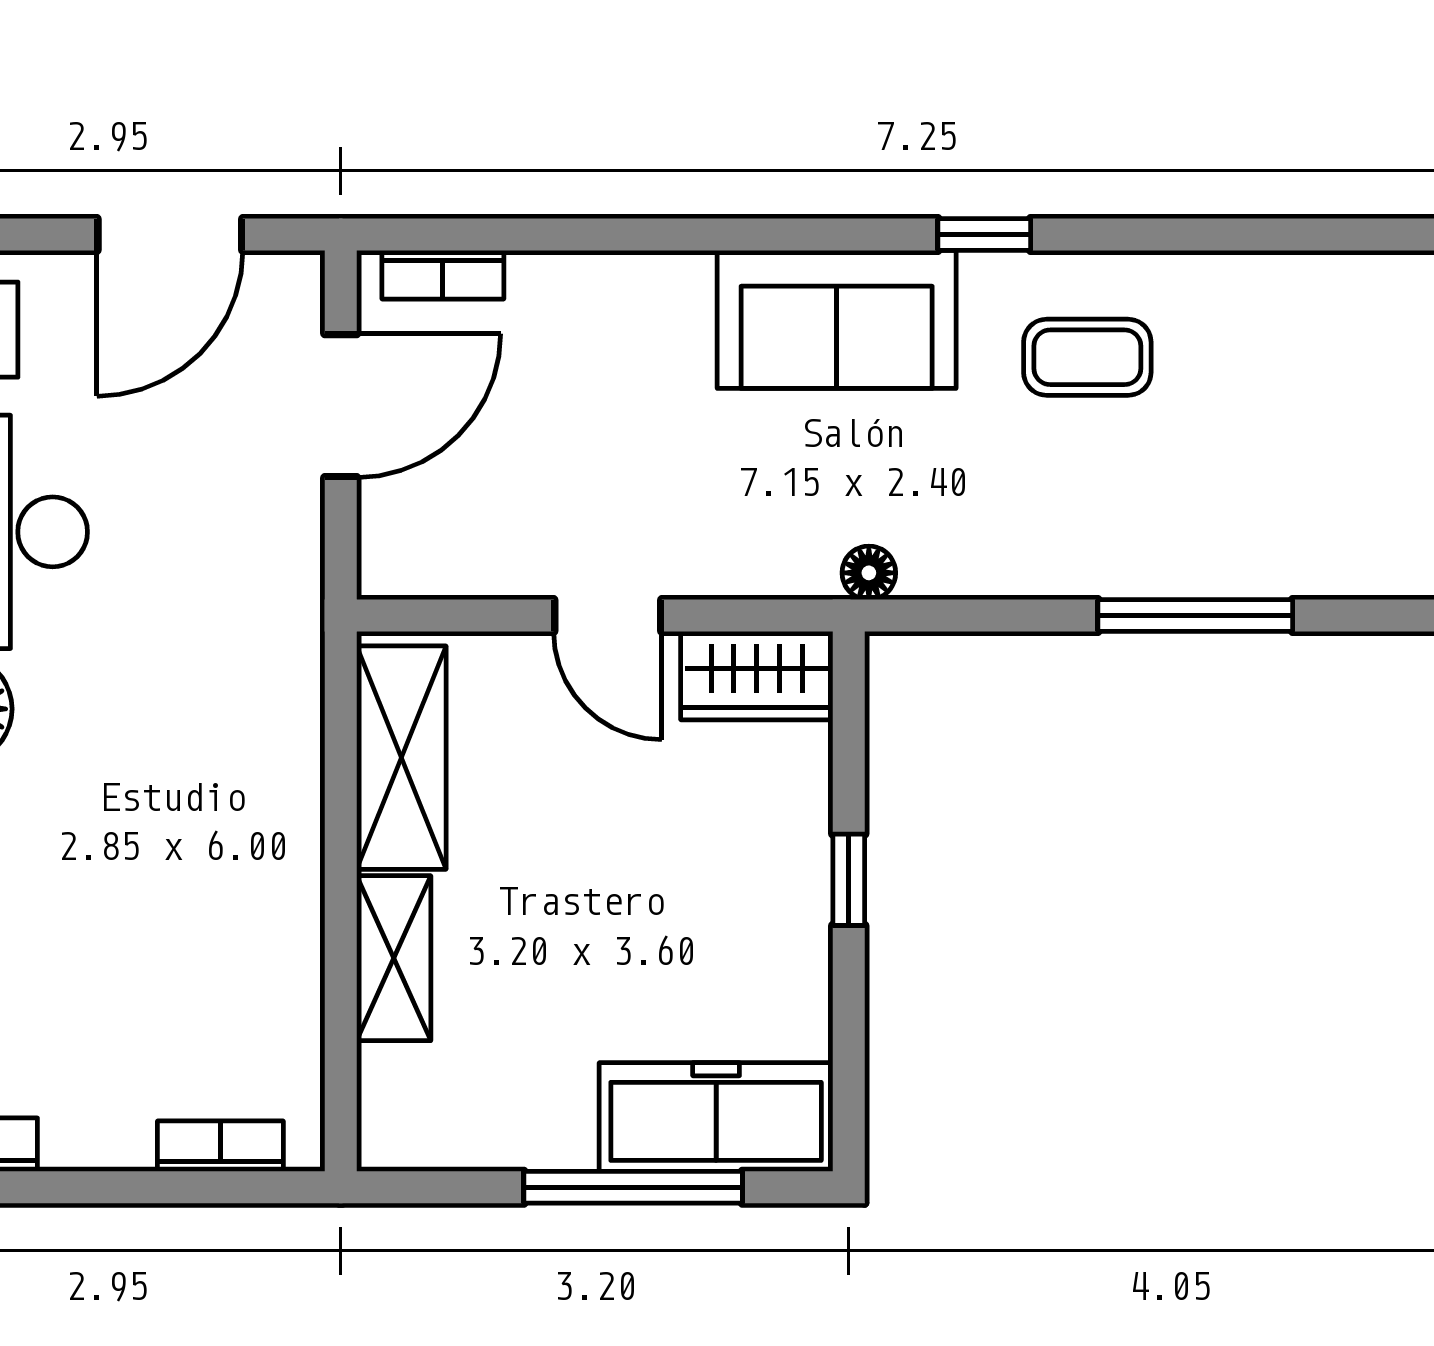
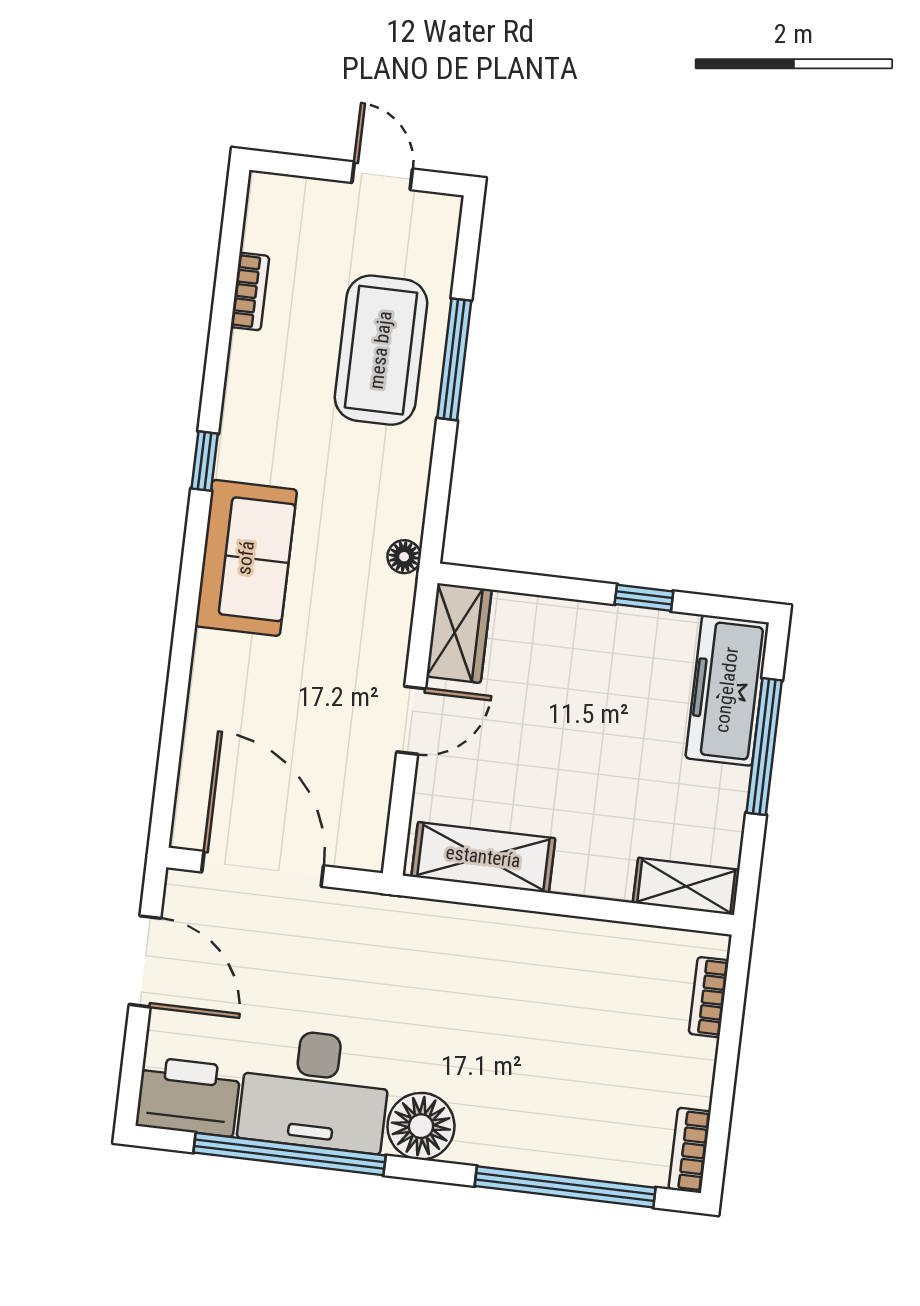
bookcase: (443, 275) -> (250, 292), moved
coffee table: (1087, 357) -> (381, 350), moved, width x1.86, depth x1.72
door: (341, 406) -> (263, 869), width x1.36
window: (849, 880) -> (644, 598), moved
shelving: (394, 958) -> (686, 886), moved

